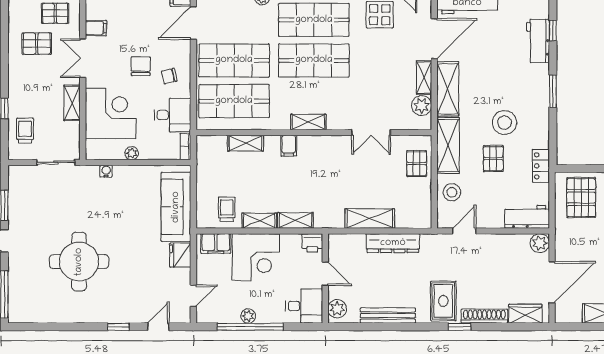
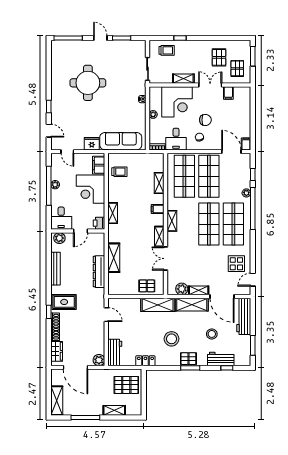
pallet: (493, 158) -> (188, 359), moved
stool: (452, 192) -> (212, 334), moved
shelving: (259, 221) -> (159, 237), moved

